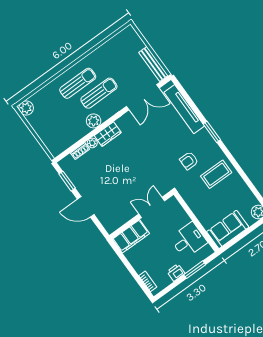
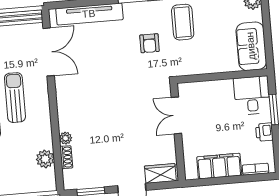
plant: (94, 121) -> (45, 159), moved
wardrobe: (108, 134) -> (160, 173), moved, turned -90
filing cabinet: (131, 236) -> (219, 166), moved, turned -90
desk: (189, 240) -> (252, 95), moved

